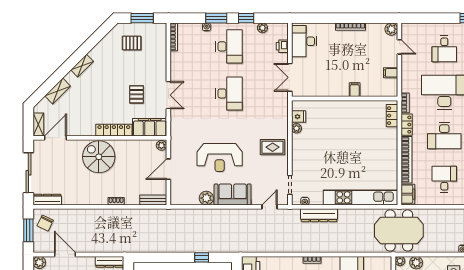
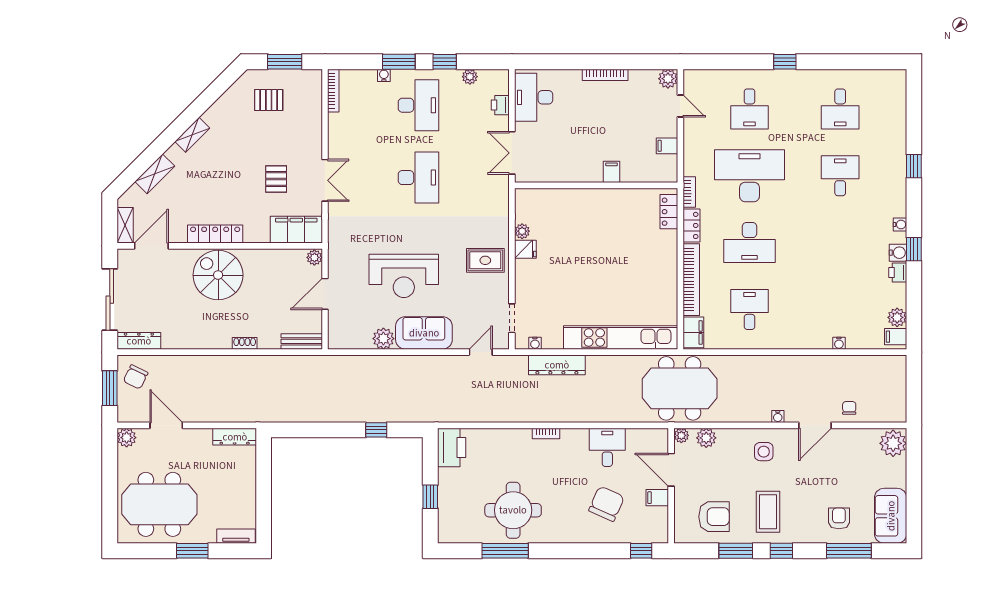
fridge: (299, 117) -> (525, 249), moved
locker: (114, 130) -> (215, 234), moved

